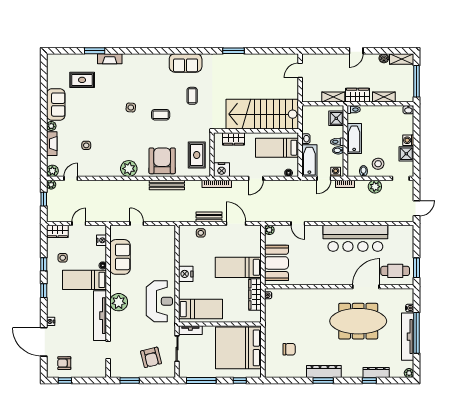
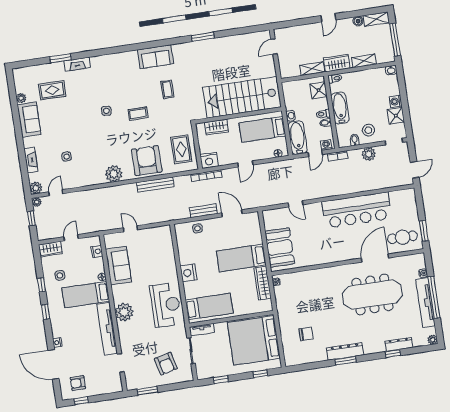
plant: (51, 126) -> (21, 98), moved
plant: (269, 230) -> (267, 215), removed
window: (201, 380) -> (221, 380), width x0.46

